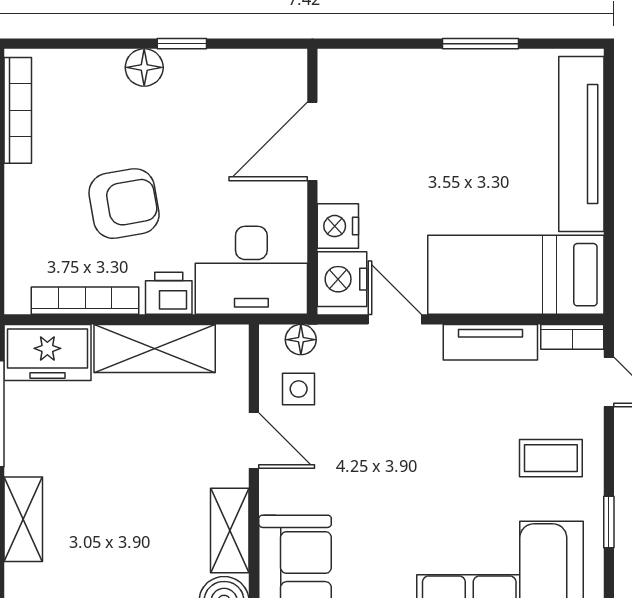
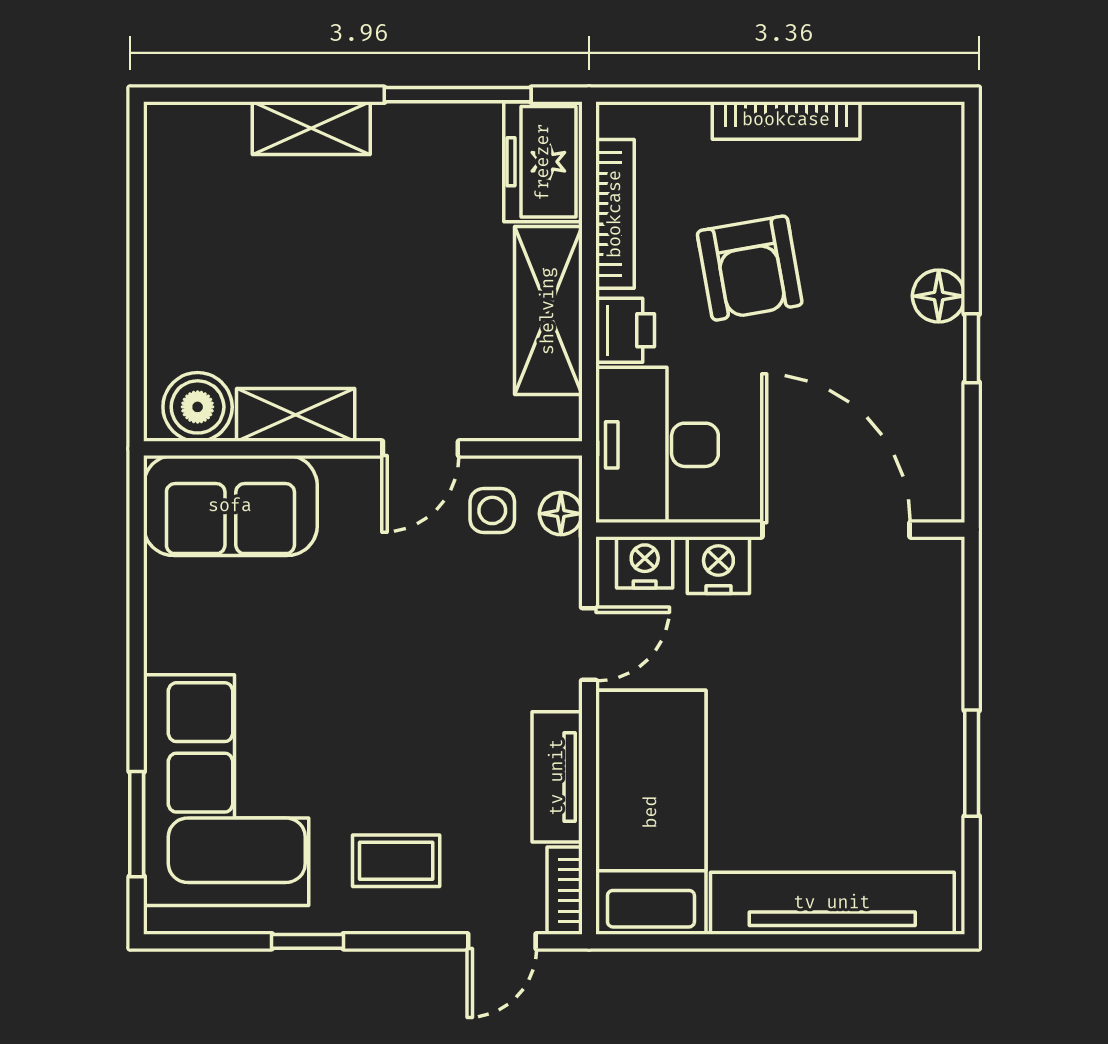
bookcase: (18, 110) -> (786, 120), moved
door: (312, 141) -> (836, 530), width x1.36
nightstand: (342, 279) -> (645, 562), width x0.74, depth x0.75
coffee table: (551, 458) -> (396, 861), turned 90

